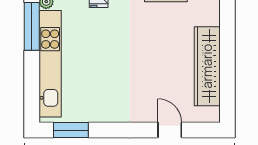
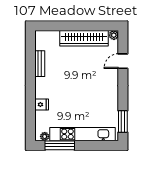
plant: (212, 115) -> (114, 35), added

